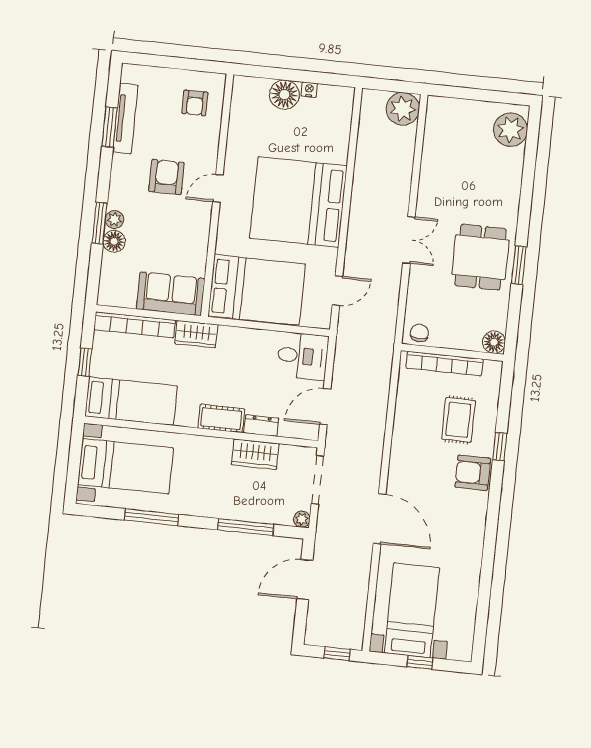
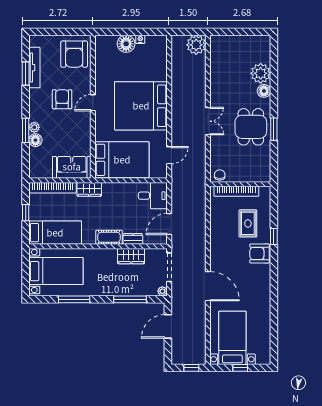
armchair: (195, 103) -> (74, 54), width x1.88, depth x1.88
plant: (511, 130) -> (261, 73), moved
floor lamp: (494, 342) -> (264, 91), moved

